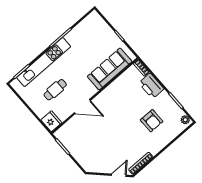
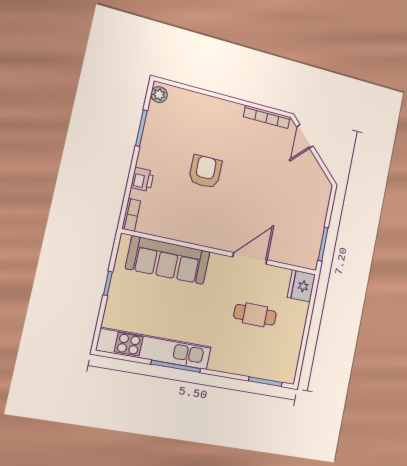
kitchen unit: (44, 62) -> (154, 349), moved
printer: (151, 86) -> (142, 179), width x0.53, depth x0.68
door: (82, 107) -> (250, 258), hinge flipped
armchair: (152, 121) -> (205, 172), moved
door: (119, 175) -> (305, 136), hinge flipped

